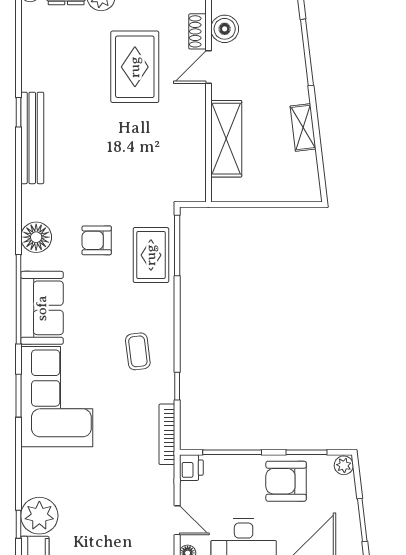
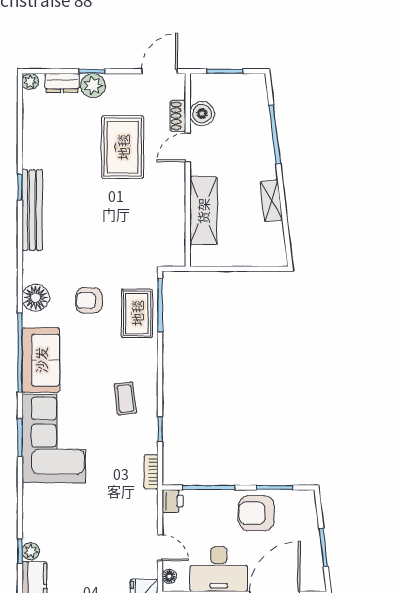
bookcase: (167, 434) -> (151, 472), width x0.64
plant: (344, 465) -> (307, 499), removed
plant: (39, 516) -> (31, 551), width x0.53, depth x0.53

